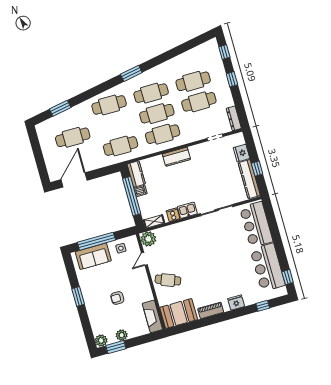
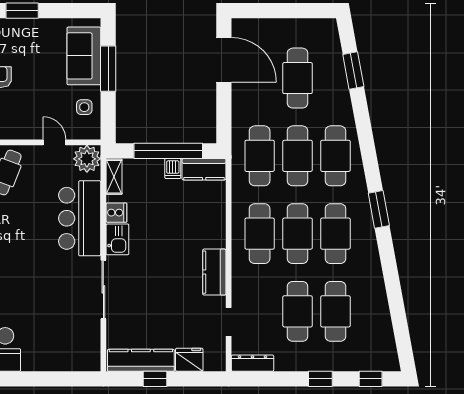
cafe table: (115, 125) -> (298, 156), added
kitchen counter: (176, 157) -> (214, 272), moved
bar counter: (256, 225) -> (80, 218), moved, turned -90
window: (96, 241) -> (108, 69), width x0.68

